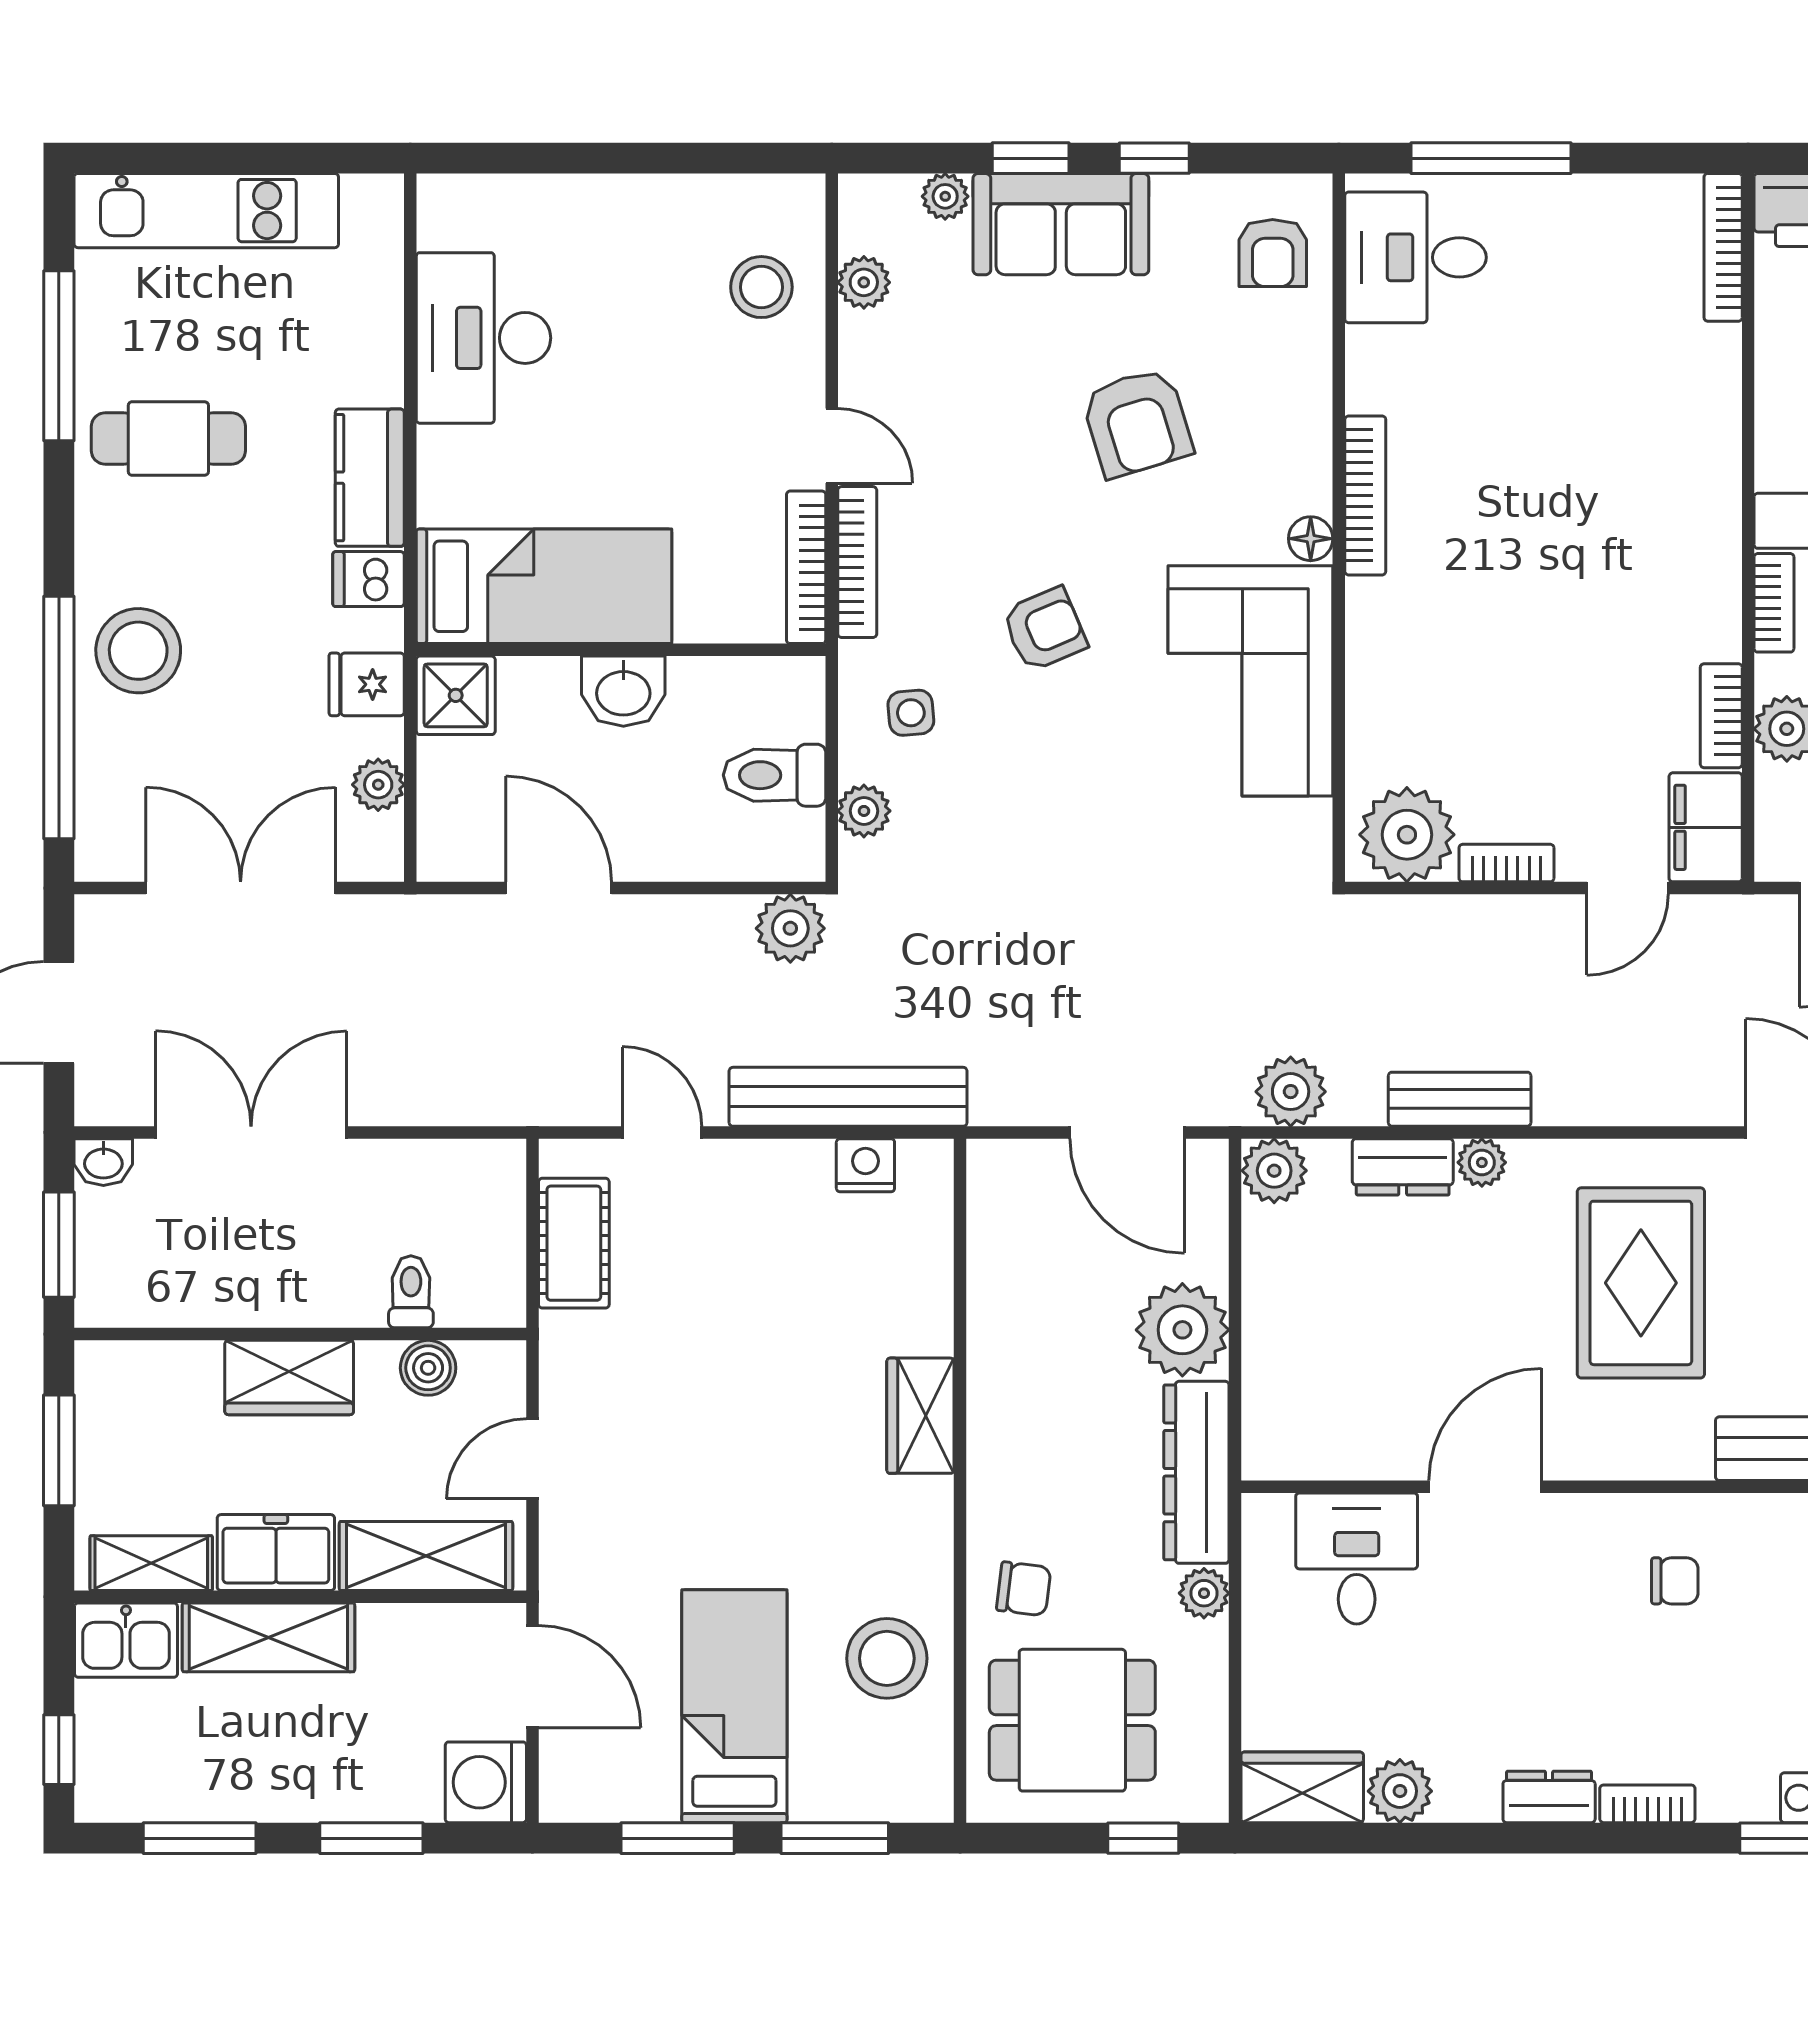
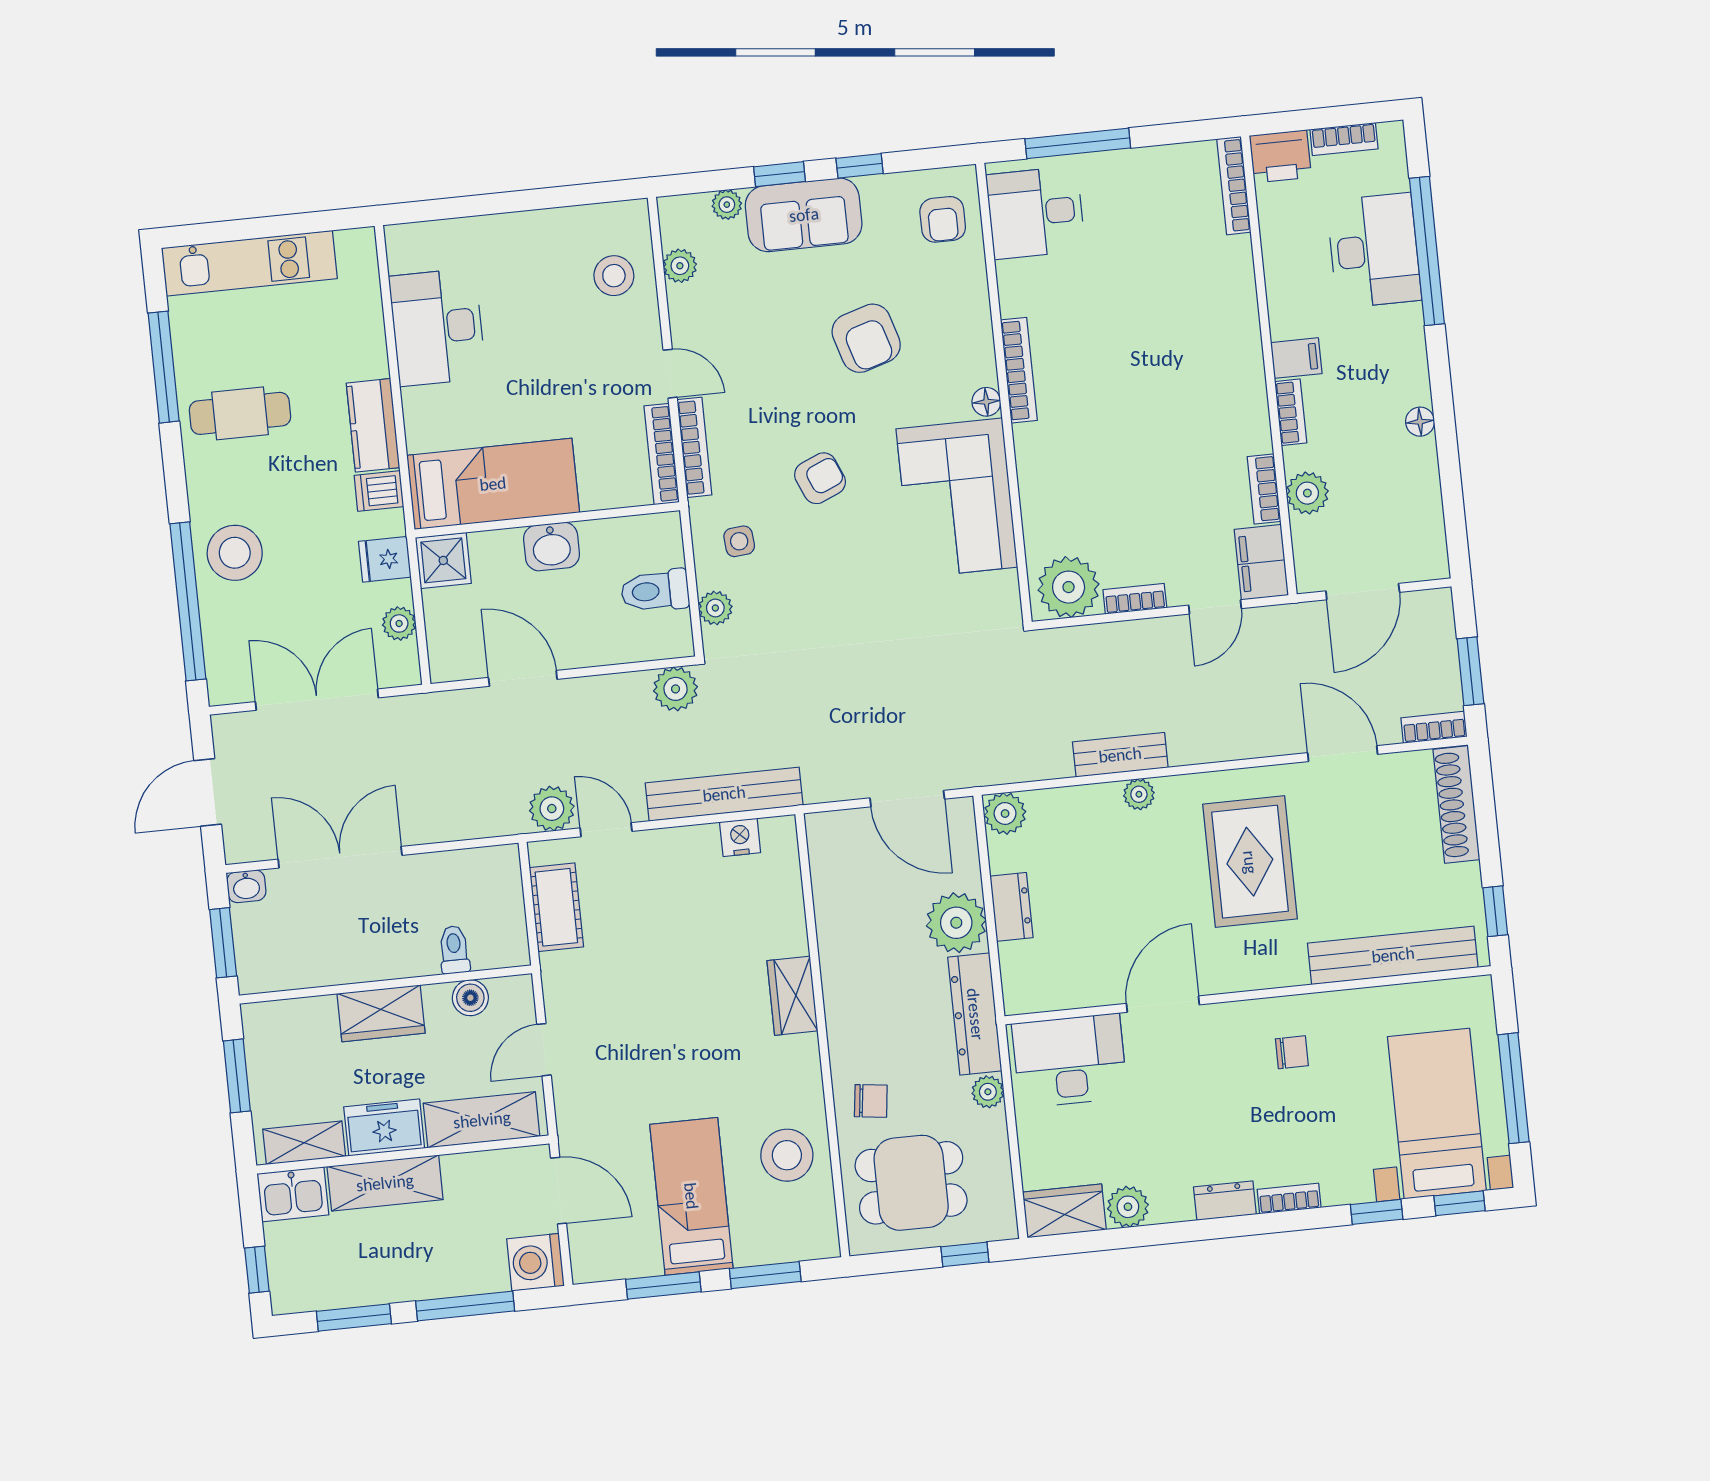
plant: (1291, 1092) -> (552, 809), moved
dresser: (1403, 1167) -> (1012, 907), moved, turned -90
desk: (1357, 1559) -> (1070, 1061), width x1.37
window: (371, 1838) -> (465, 1306), width x1.44

